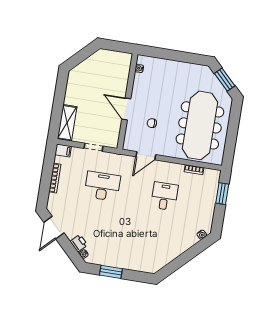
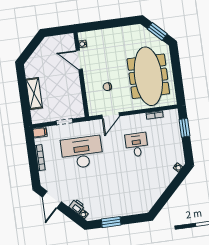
door: (126, 109) -> (79, 60), moved
shelving: (67, 123) -> (34, 93), moved
desk: (102, 186) -> (82, 152), width x1.36, depth x1.30

